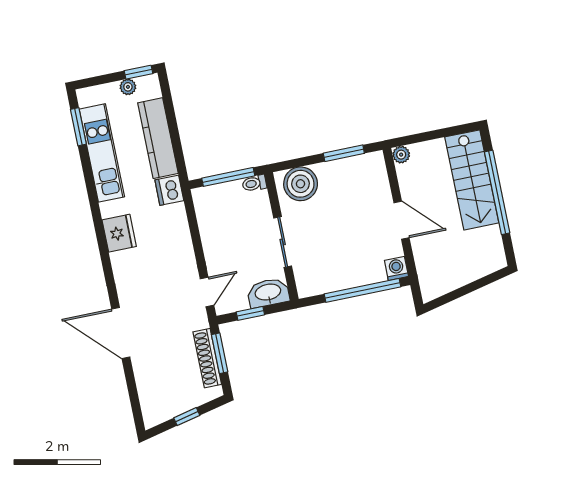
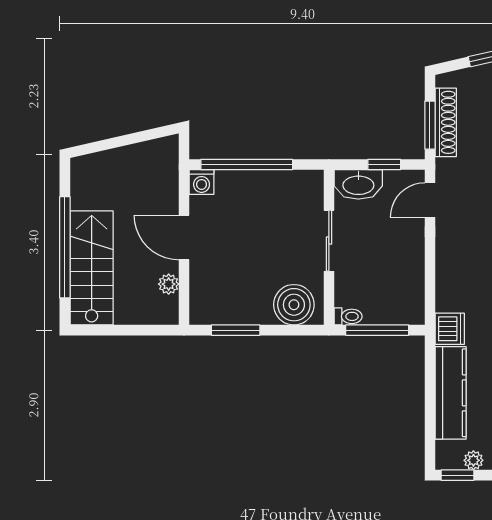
plant: (401, 155) -> (169, 284), moved

